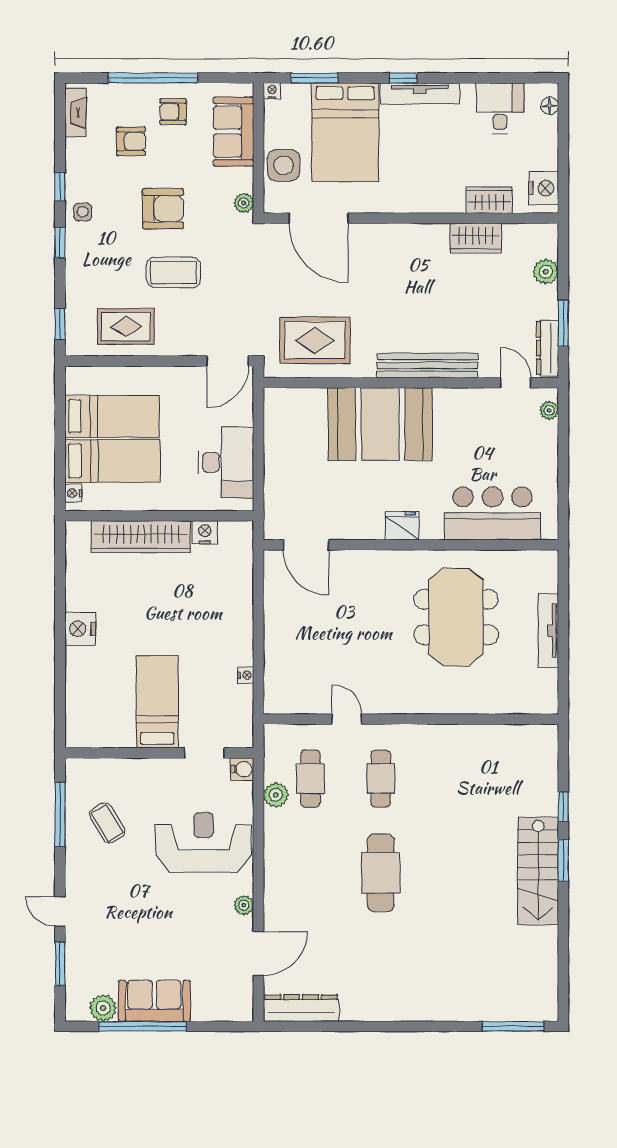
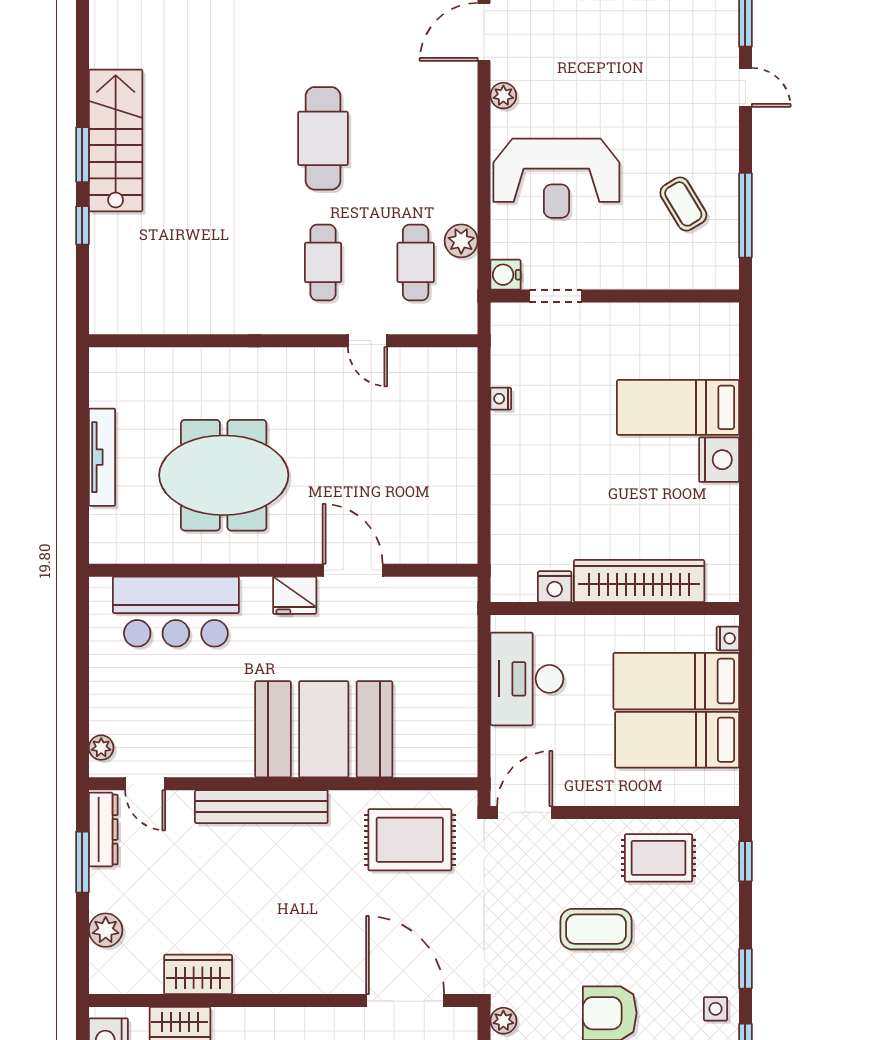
door: (306, 545) -> (353, 570), moved
meeting table: (456, 617) -> (224, 475), turned 90
bed: (157, 702) -> (678, 407), moved, turned 90

